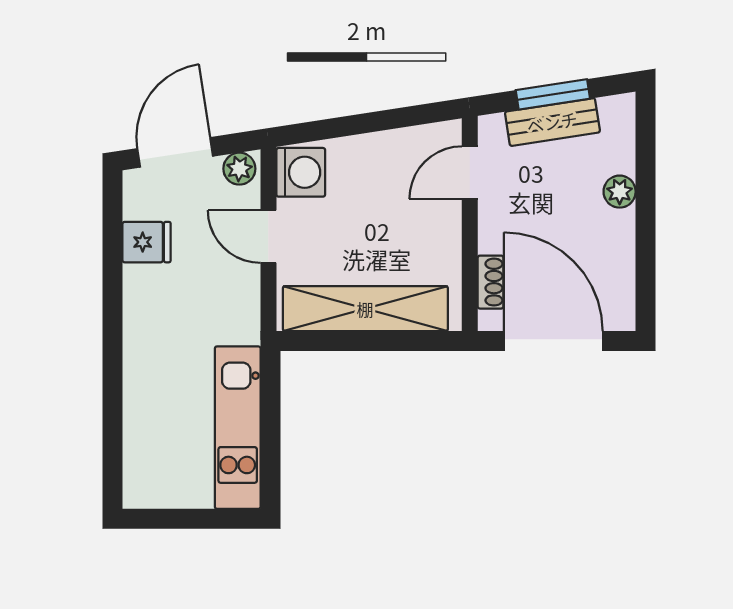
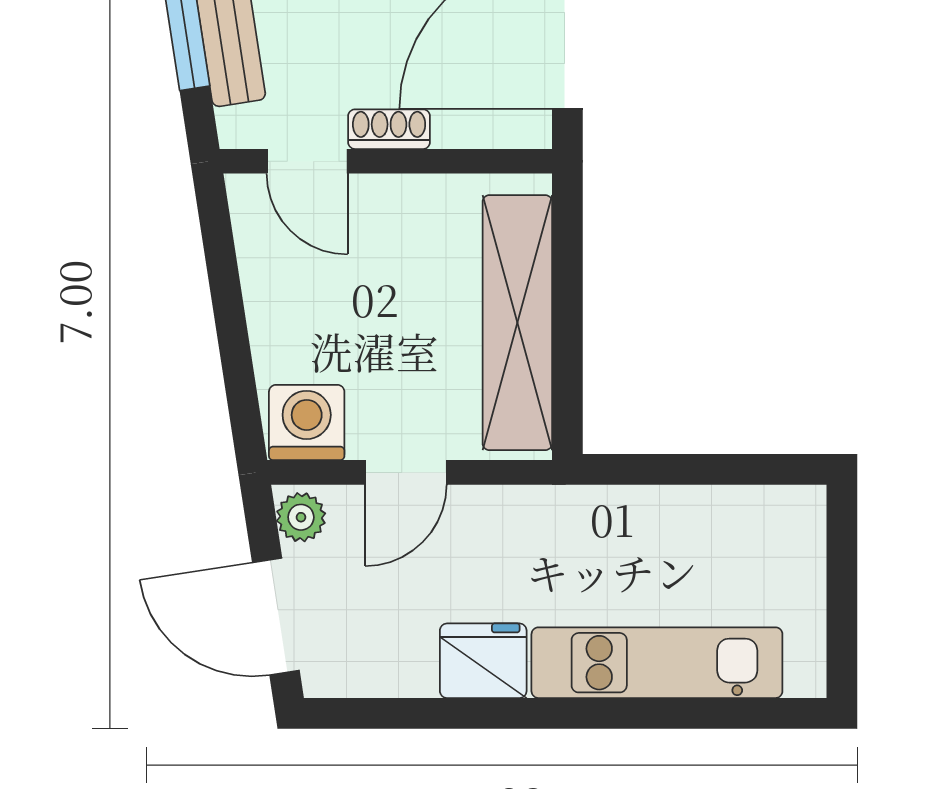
fridge: (147, 242) -> (483, 661), moved, width x1.38
shoe rack: (491, 282) -> (389, 129), moved
kitchen unit: (238, 428) -> (657, 663), moved, turned 180

